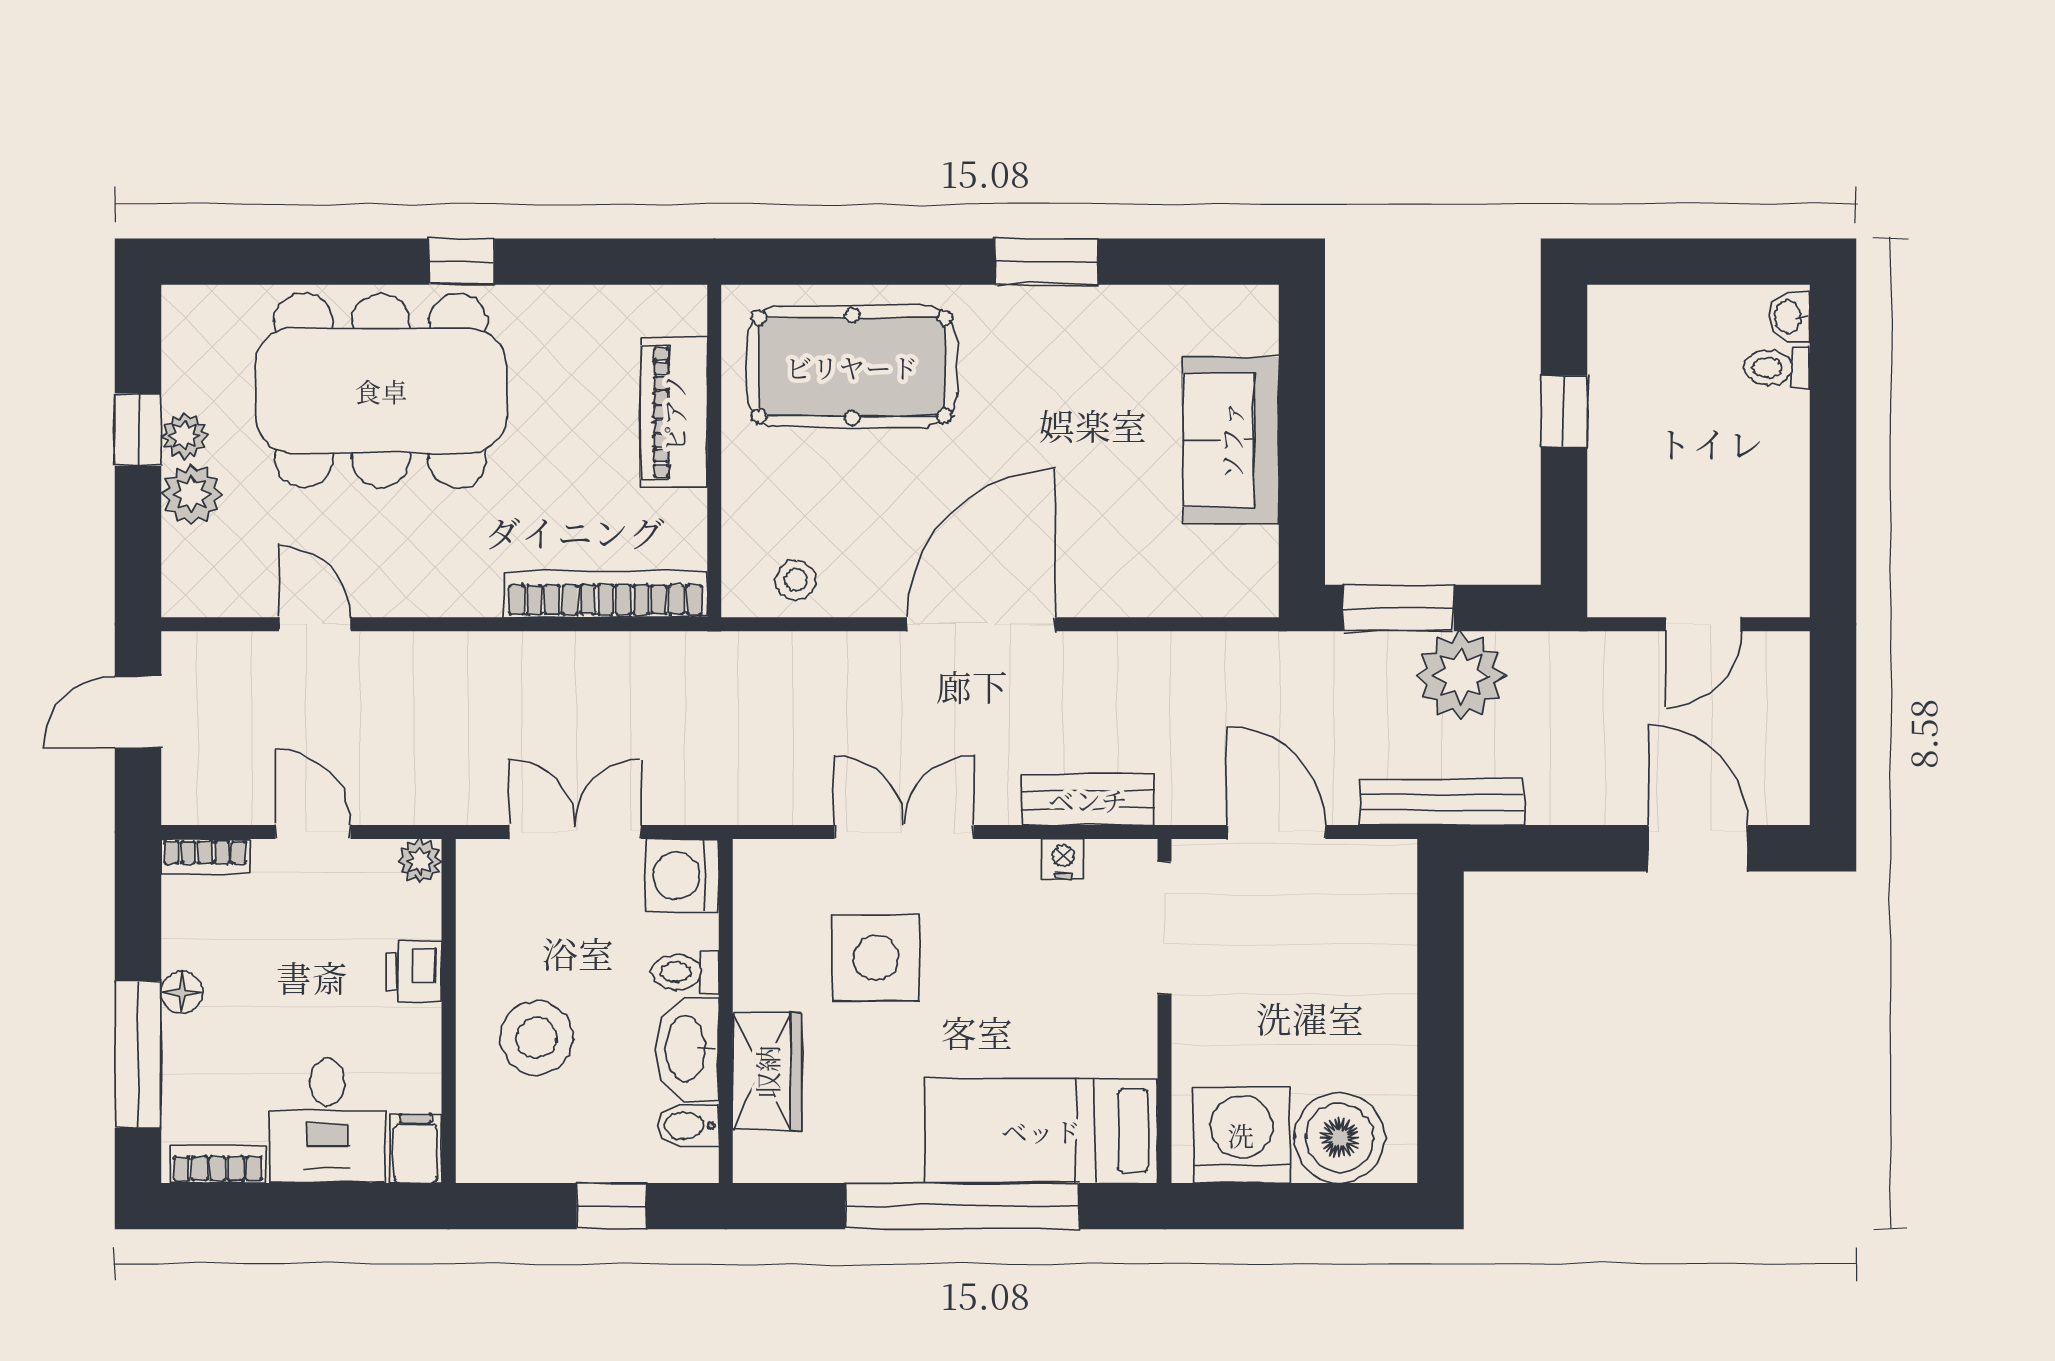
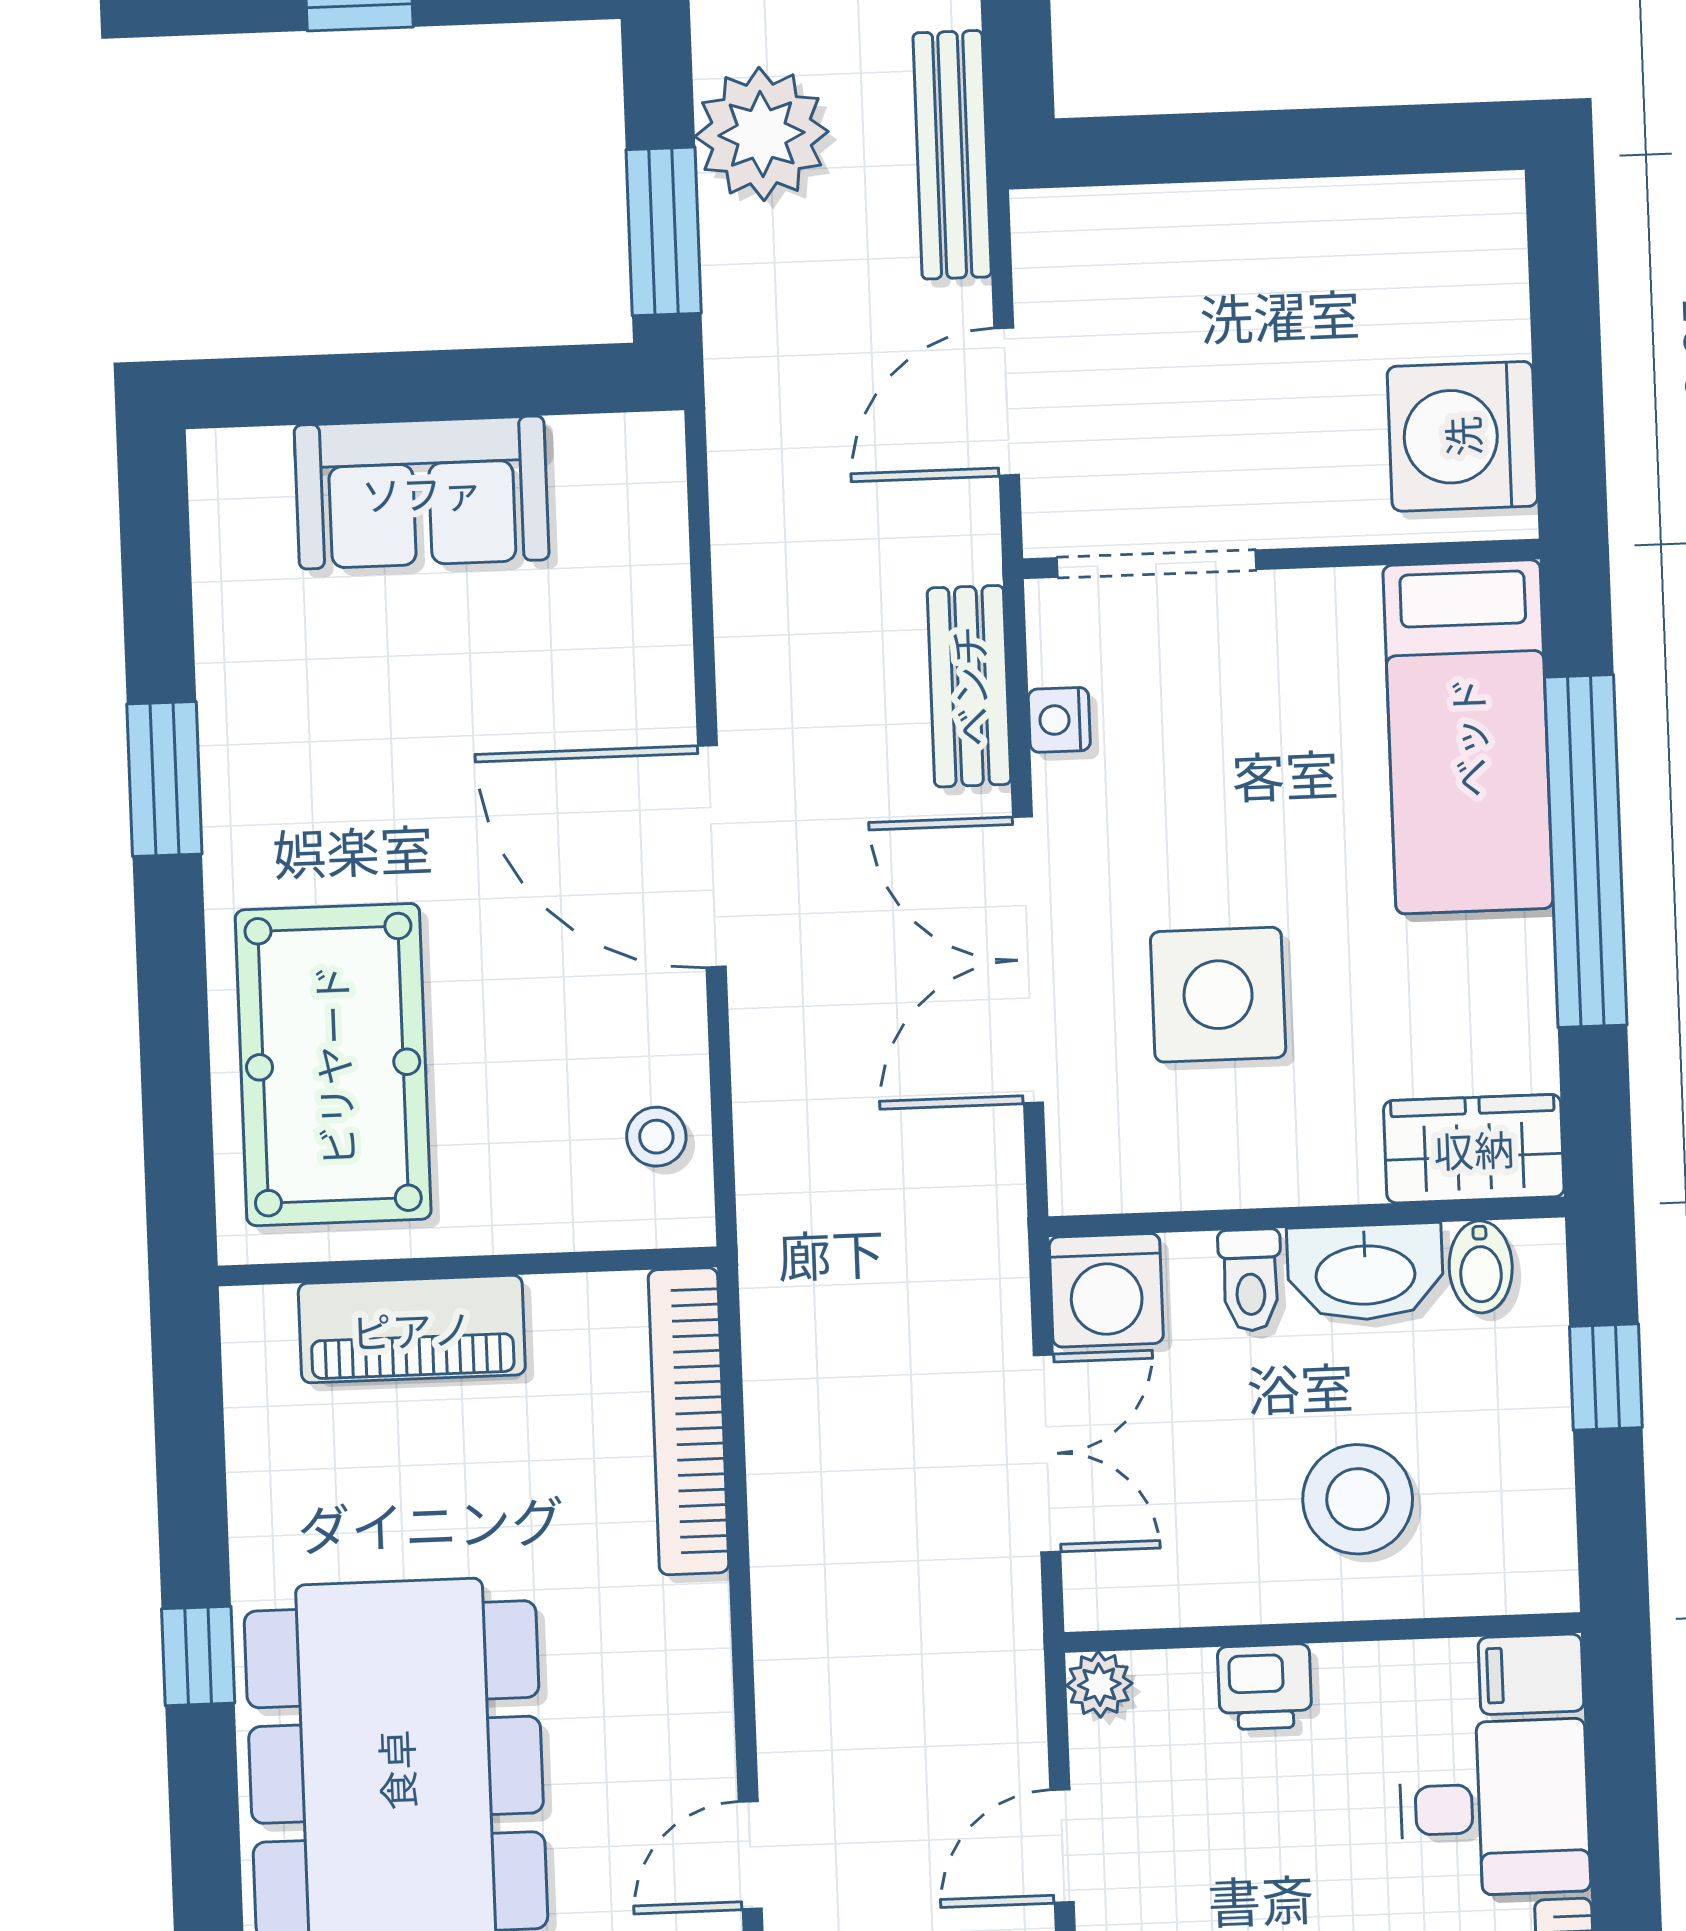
double door: (575, 832) -> (1047, 1453), swing flipped
double door: (904, 832) -> (1028, 960), width x1.37
wardrobe: (767, 1072) -> (1474, 1149), moved
boiler: (1340, 1138) -> (1462, 289), removed

